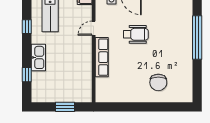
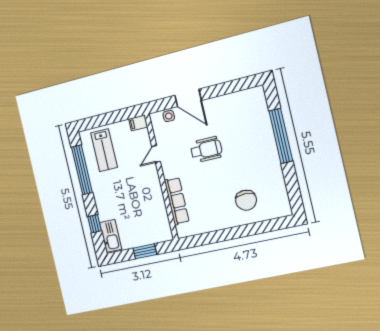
window: (27, 27) -> (82, 170), width x3.17
kitchen sink: (38, 57) -> (111, 236), moved
row of seats: (102, 57) -> (177, 201), moved

